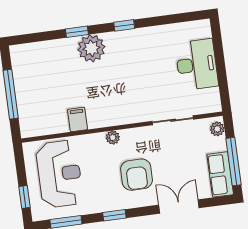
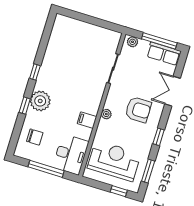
chair: (44, 62) -> (35, 137), added
desk: (197, 65) -> (71, 154), moved, turned 90
filing cabinet: (78, 119) -> (87, 120), moved

